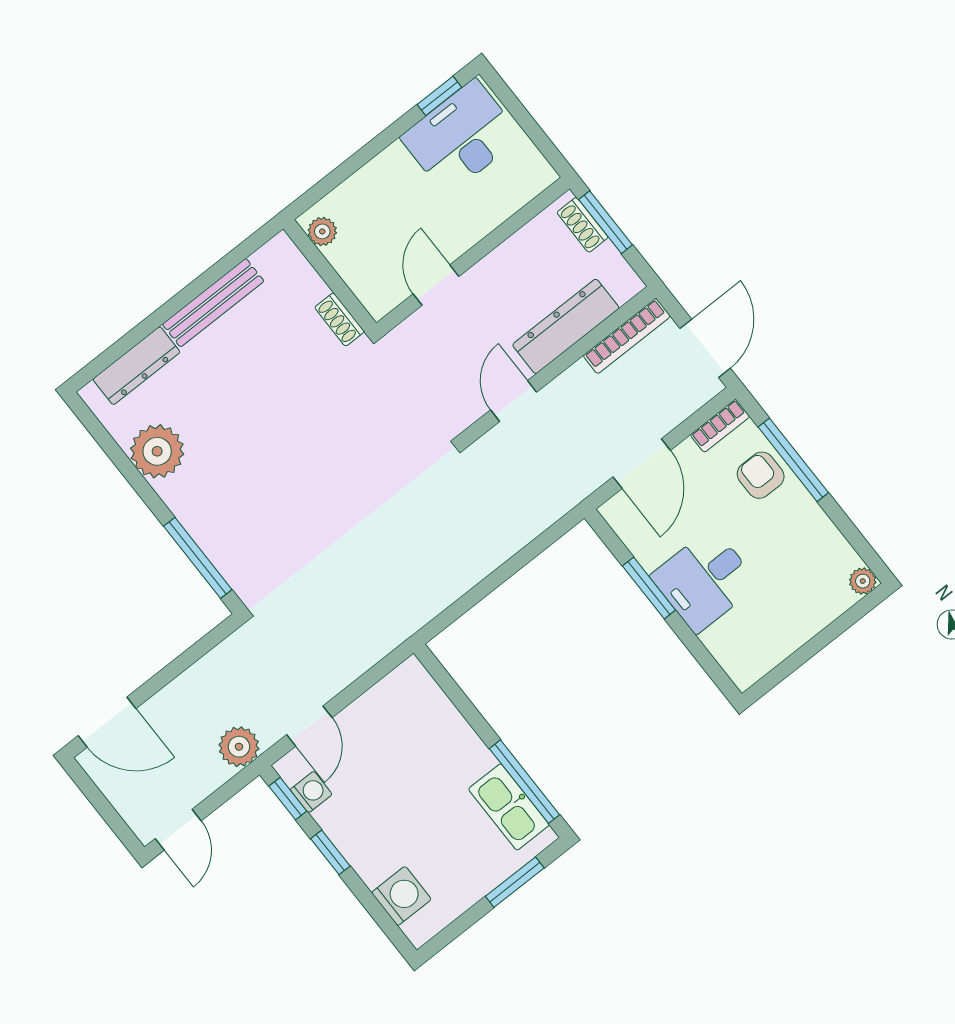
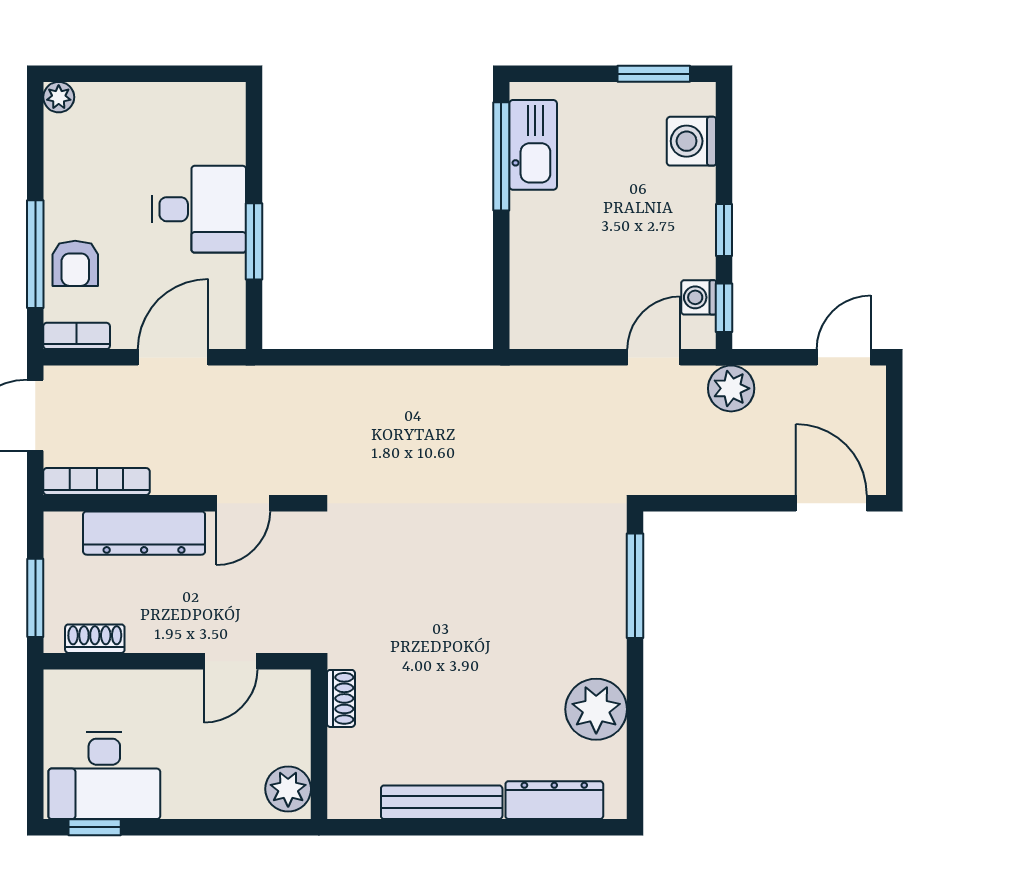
shoe rack: (582, 225) -> (95, 639), moved, turned -90
plant: (322, 231) -> (288, 789), width x1.38, depth x1.38
window: (515, 882) -> (654, 74), moved

